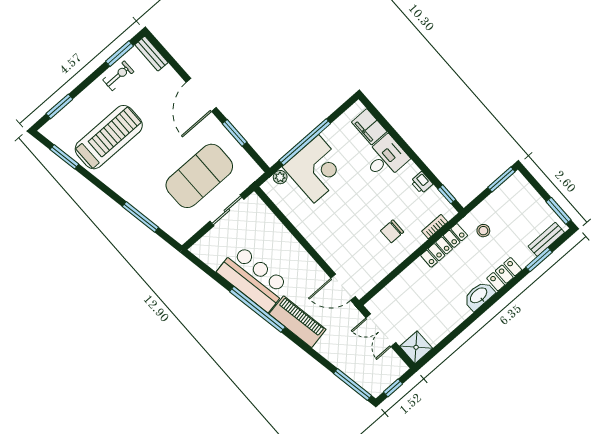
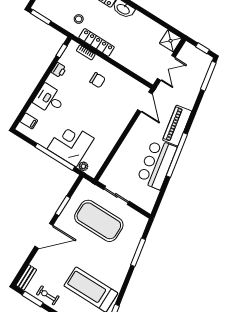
filing cabinet: (369, 127) -> (29, 121), width x0.50

